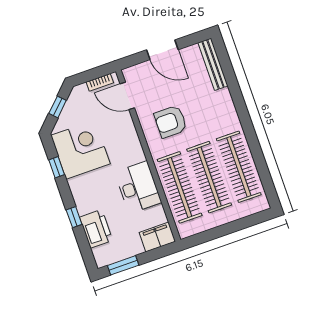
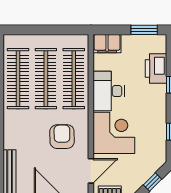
door: (127, 96) -> (91, 171), hinge flipped
armchair: (171, 122) -> (62, 137), turned -91
corner desk: (81, 150) -> (114, 133), moved, turned 180

